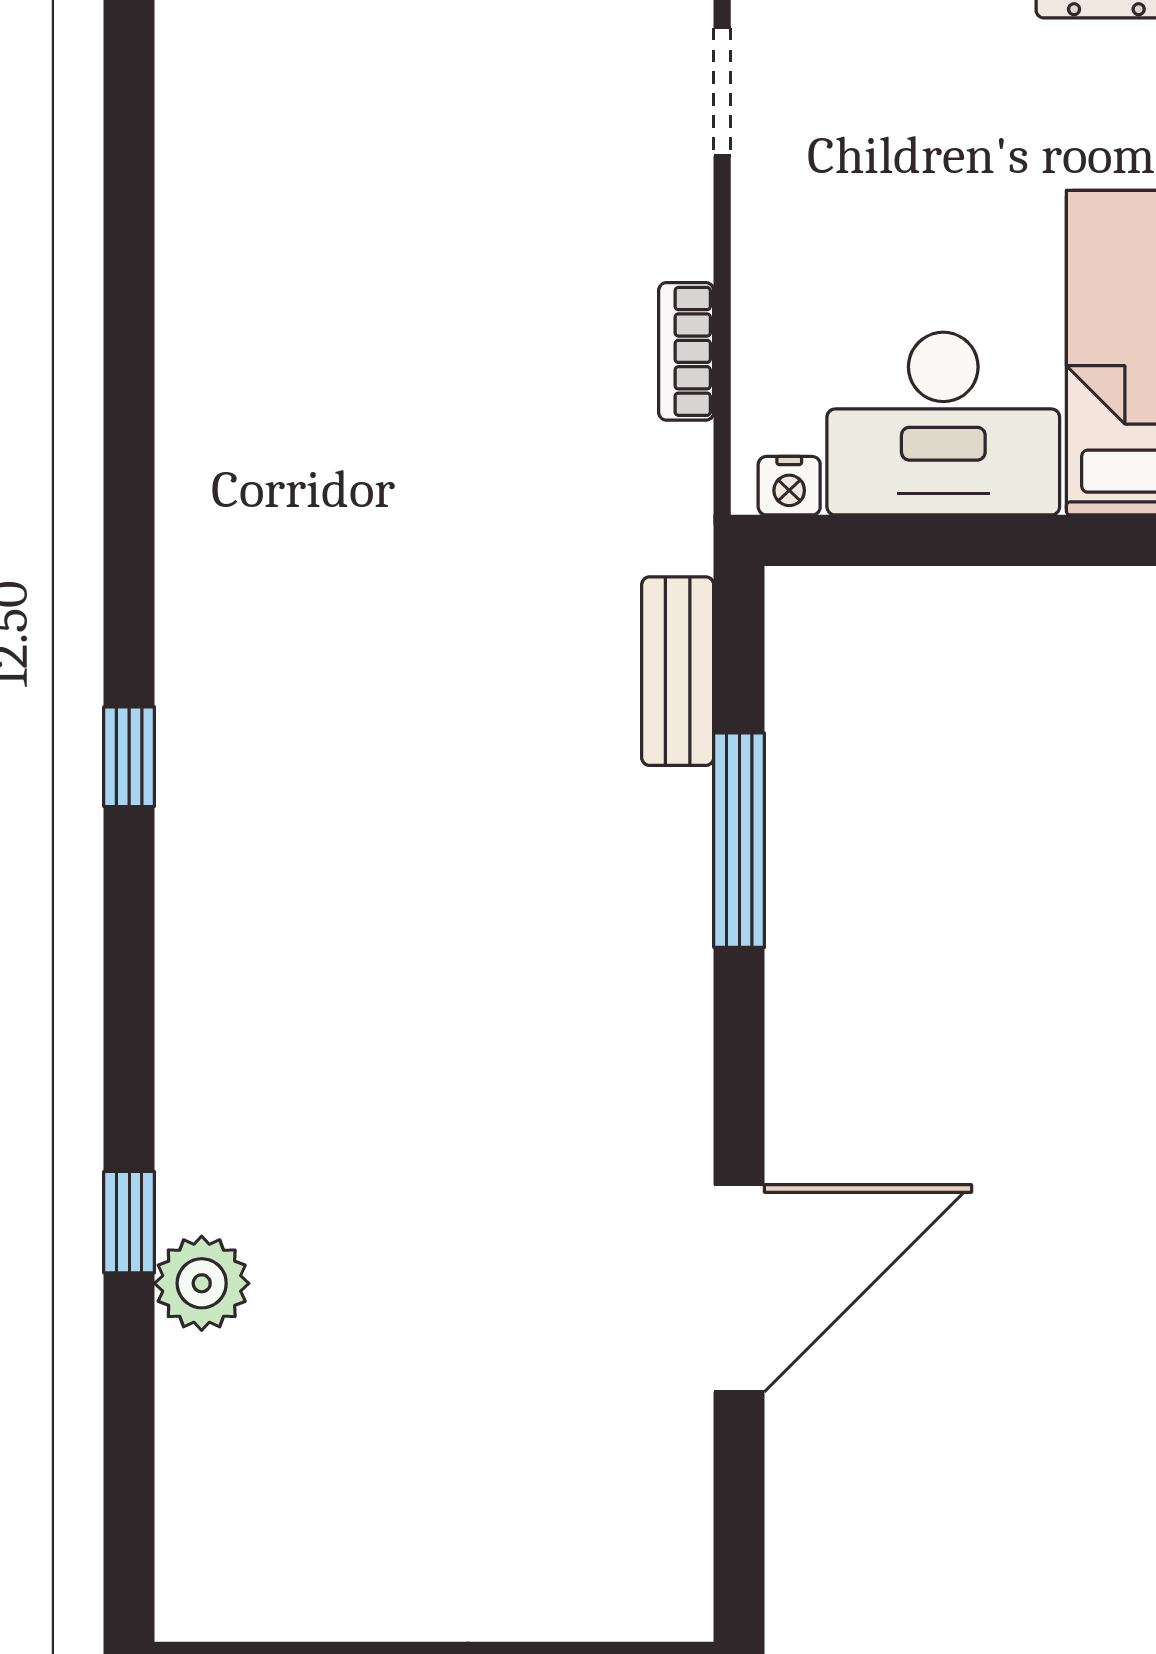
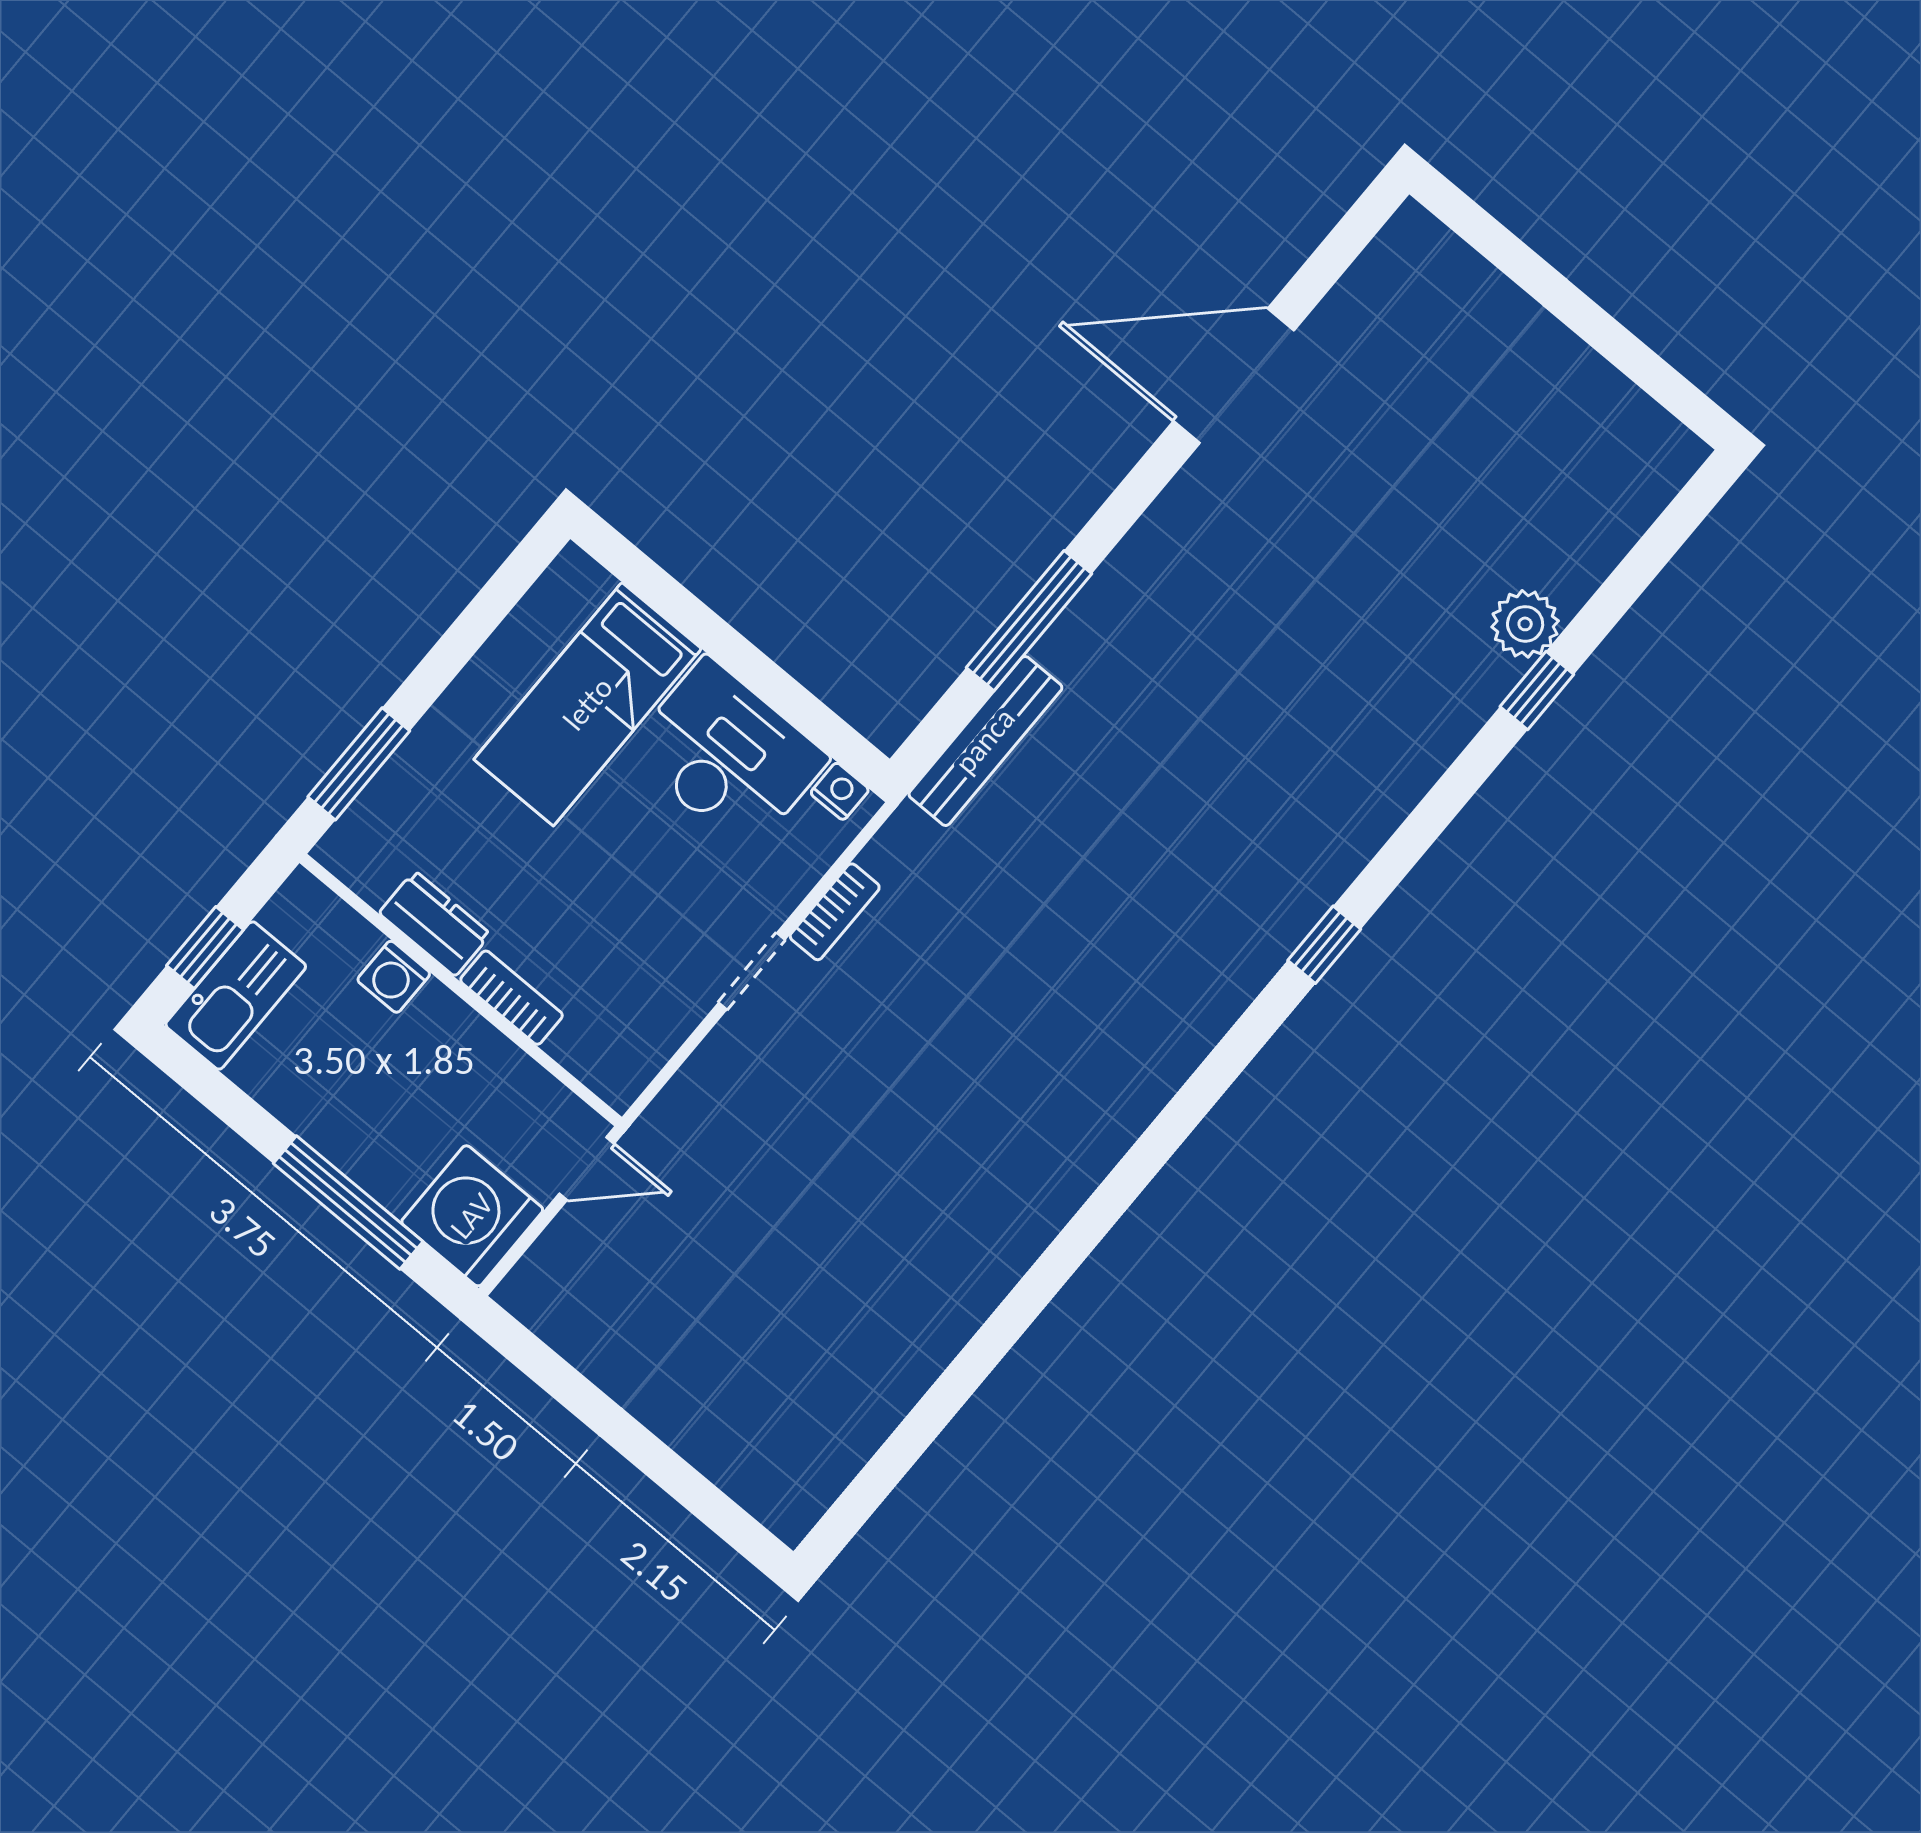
doorway: (722, 92) -> (752, 971), moved
bench: (678, 671) -> (985, 741), width x1.36

